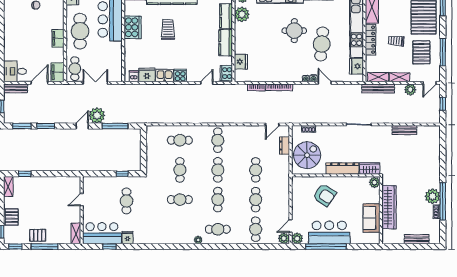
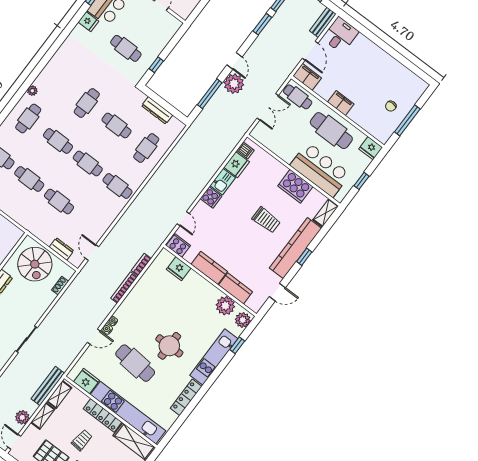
dresser: (151, 151) -> (157, 110), added

